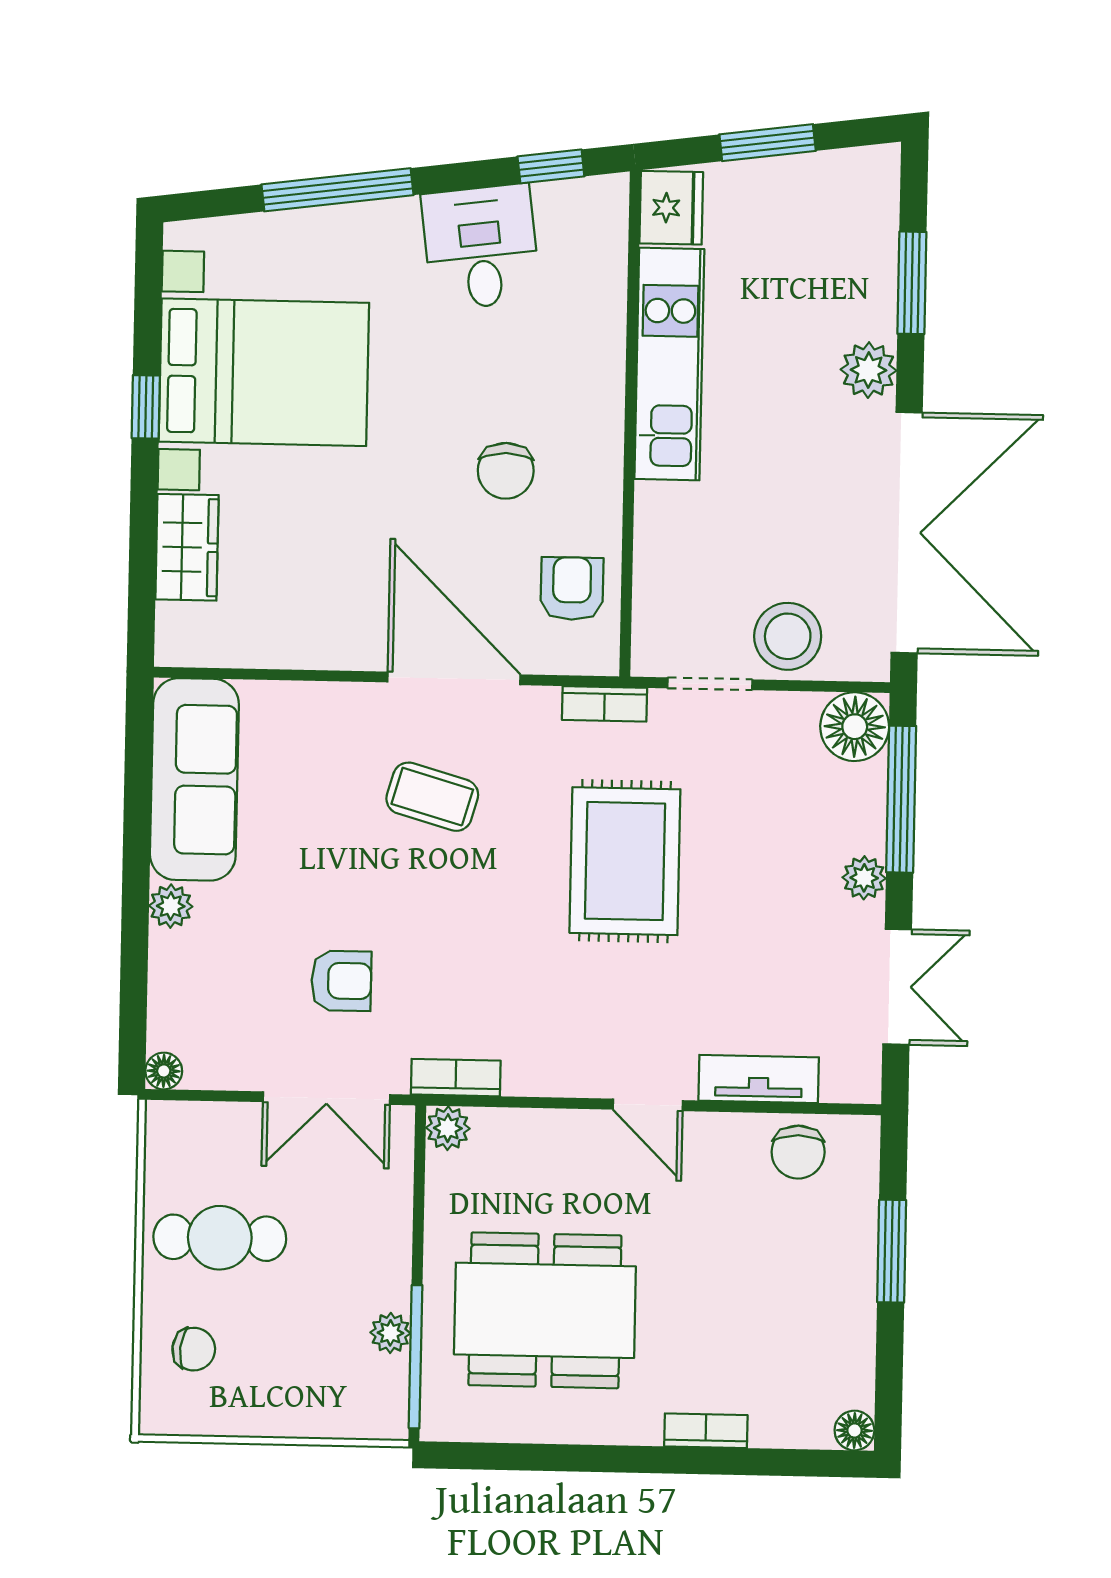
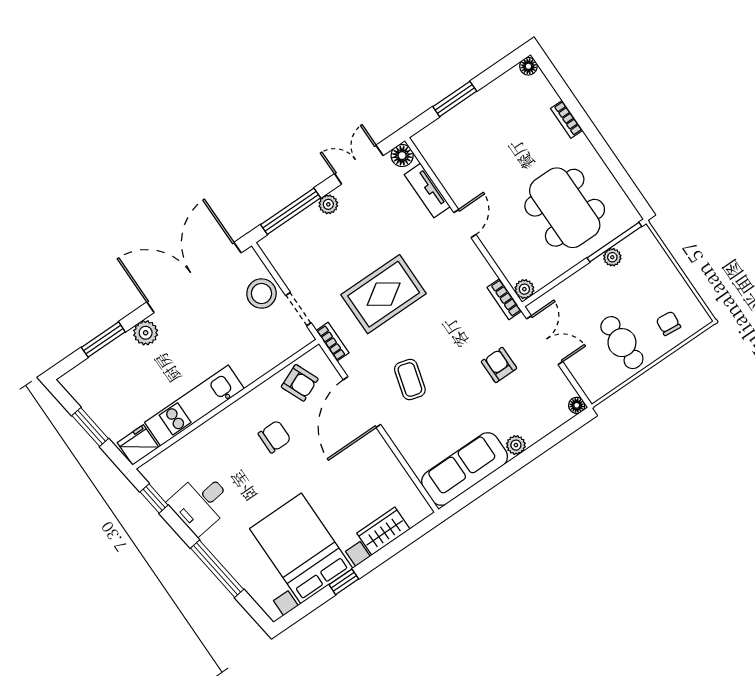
armchair: (572, 589) -> (300, 383), turned -113
floor lamp: (855, 727) -> (402, 156), moved, width x0.73, depth x0.73
chair: (798, 1152) -> (443, 158), removed

